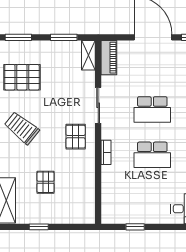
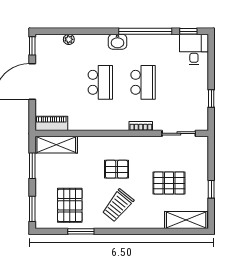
shelving: (88, 55) -> (56, 145), width x1.50, depth x1.33
sliding door: (98, 105) -> (179, 133), moved
pallet: (76, 137) -> (117, 169), moved
pallet: (46, 182) -> (169, 183), width x1.50, depth x1.42

